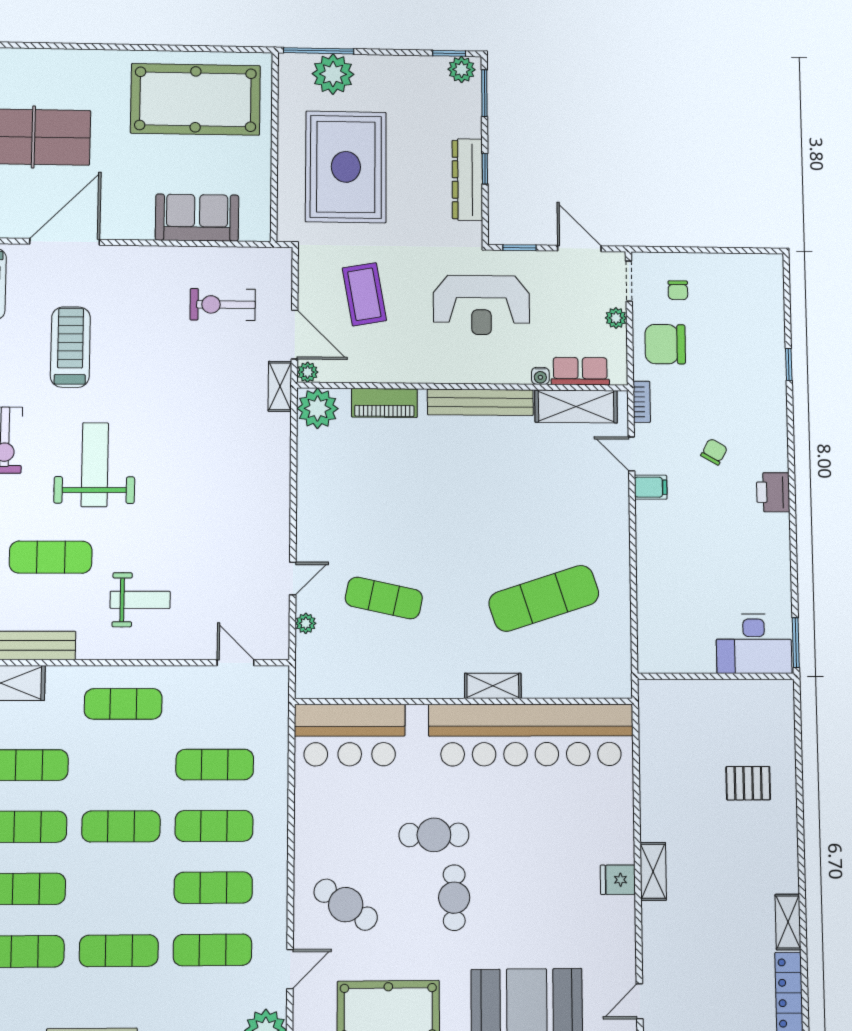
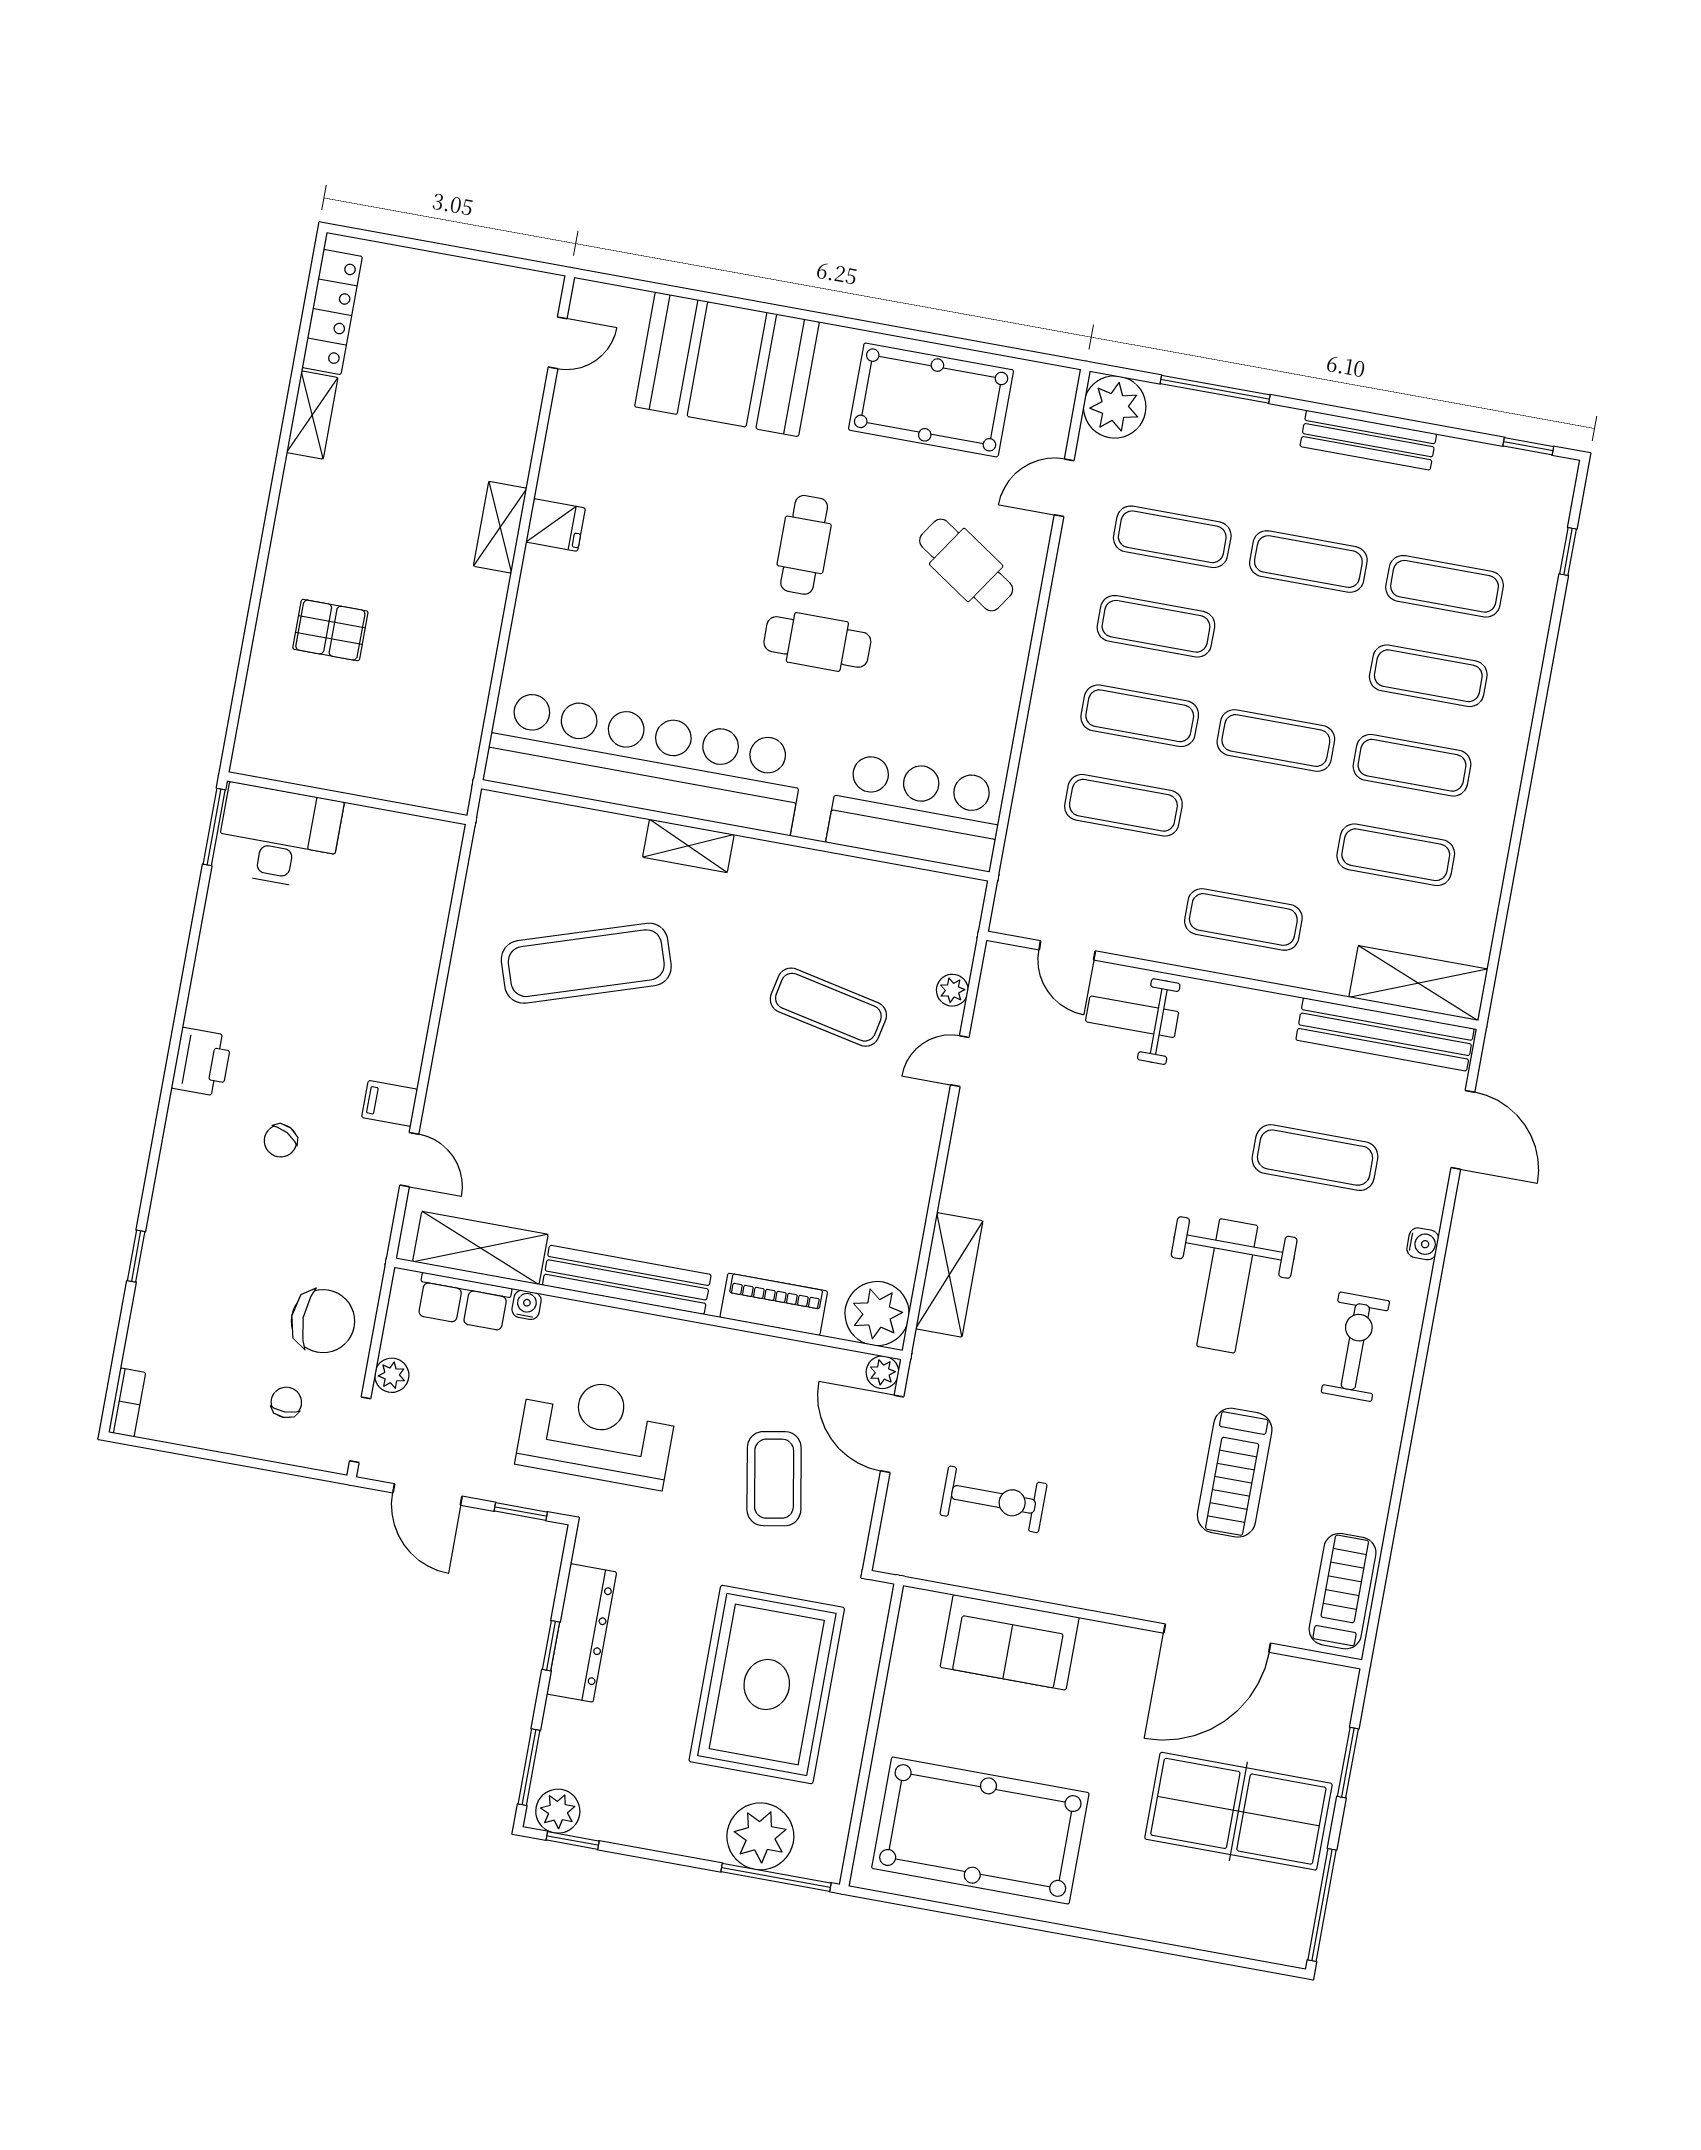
shelving: (280, 386) -> (949, 1275), moved, width x1.50, depth x1.33
bookcase: (642, 402) -> (127, 1402), moved, turned 180
weight bench: (140, 600) -> (1132, 1017), moved

